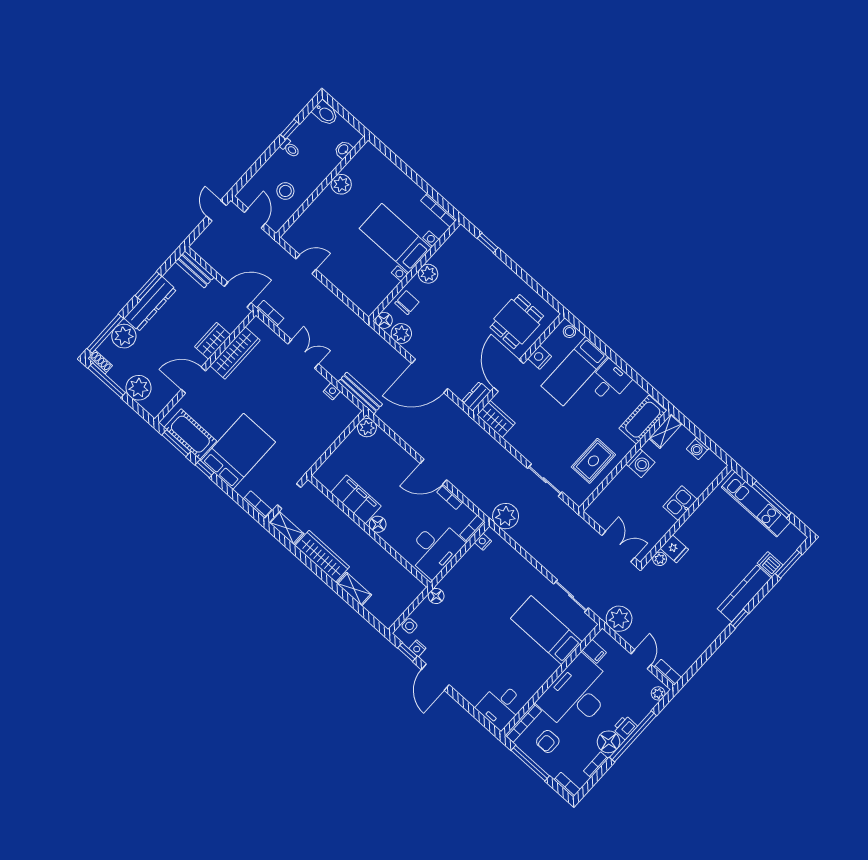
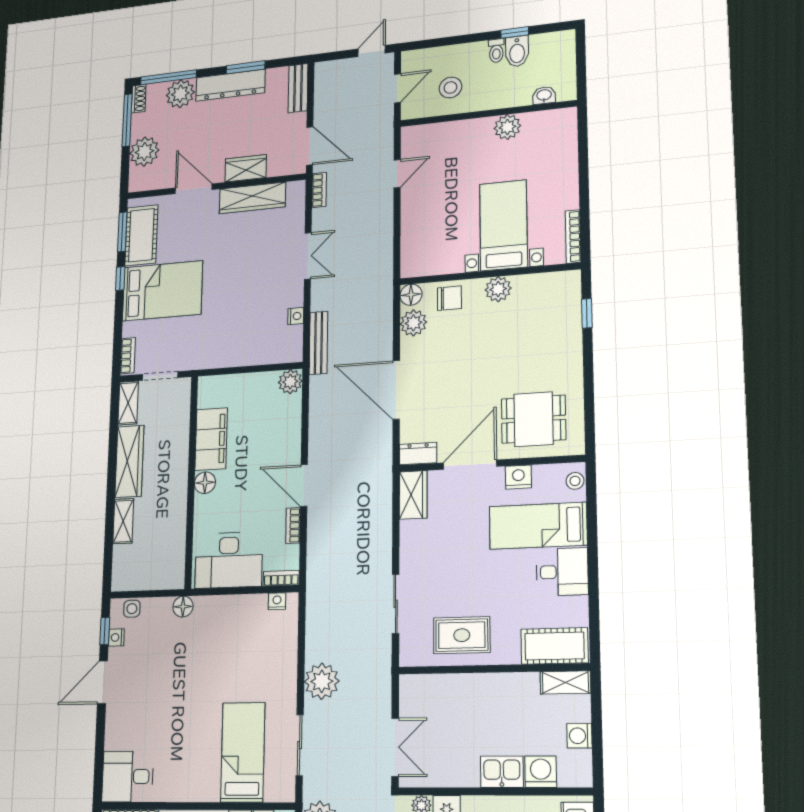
bidet: (325, 113) -> (517, 51), moved
door: (306, 264) -> (397, 174), hinge flipped
washing machine: (640, 463) -> (541, 772), moved, turned 180
plant: (506, 516) -> (322, 681), moved

